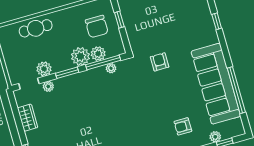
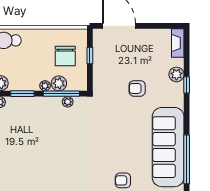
plant: (204, 14) -> (176, 74), added
plant: (80, 56) -> (45, 86), width x0.53, depth x0.53
armchair: (160, 62) -> (137, 88), moved, turned -90

